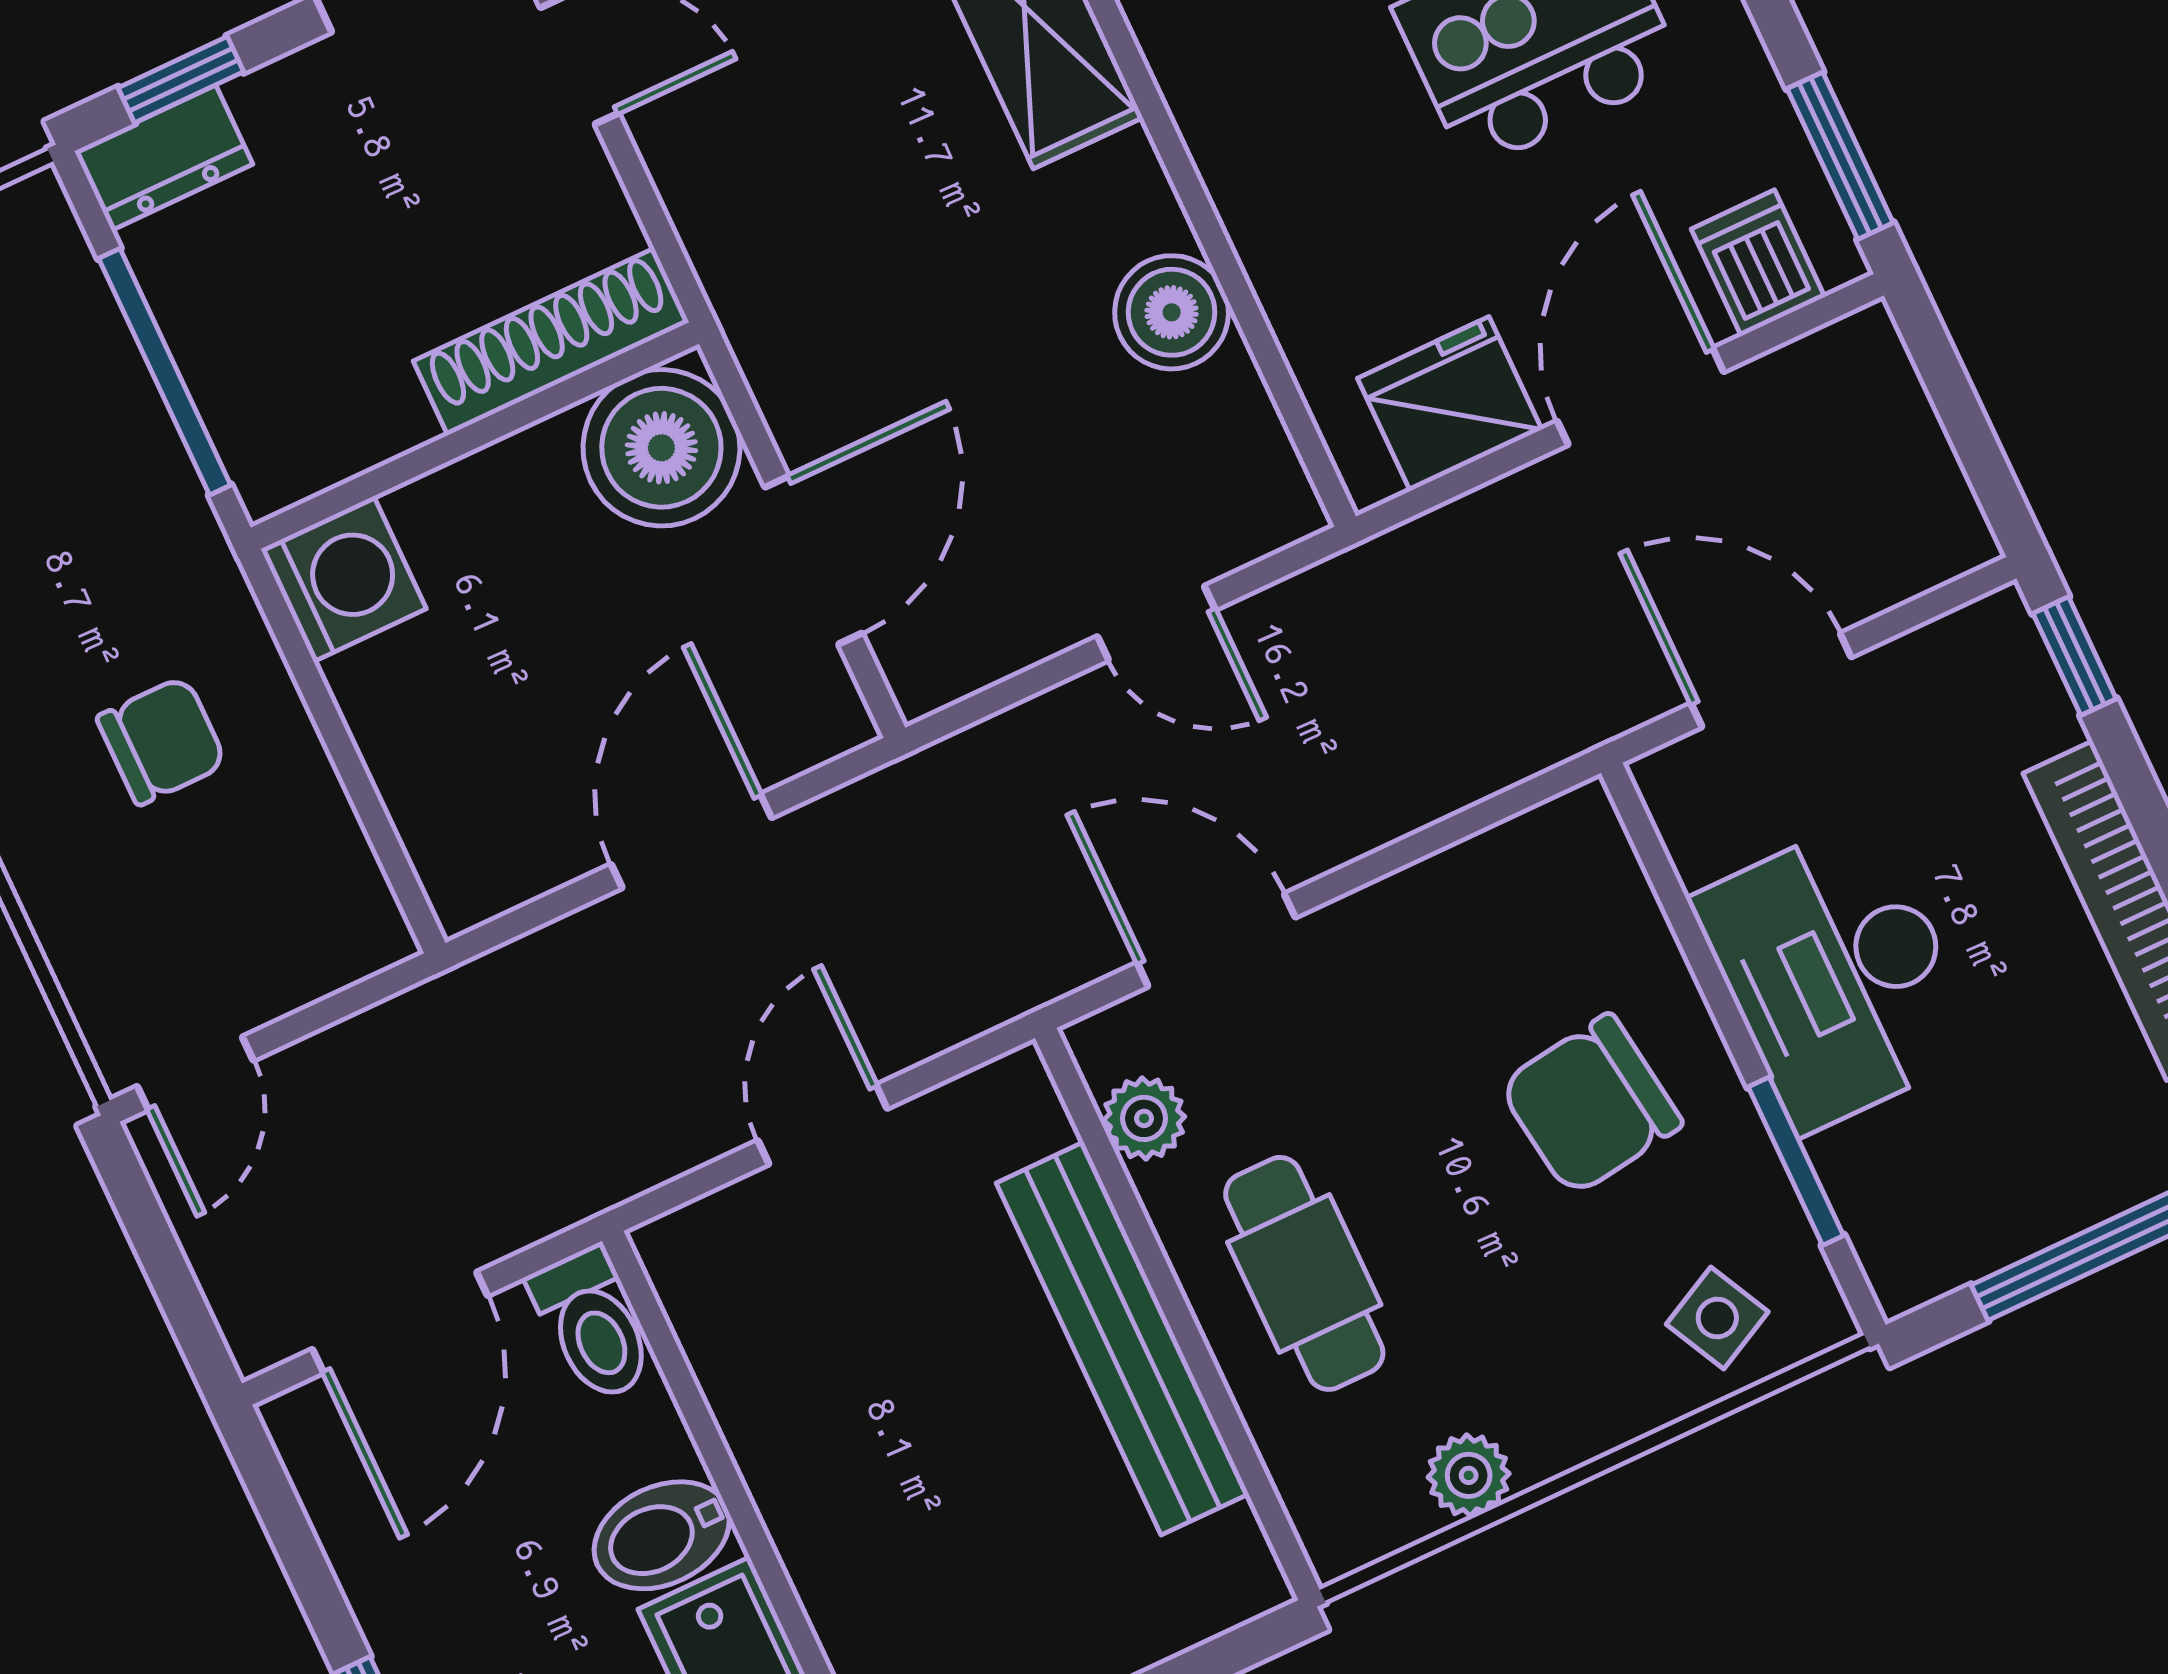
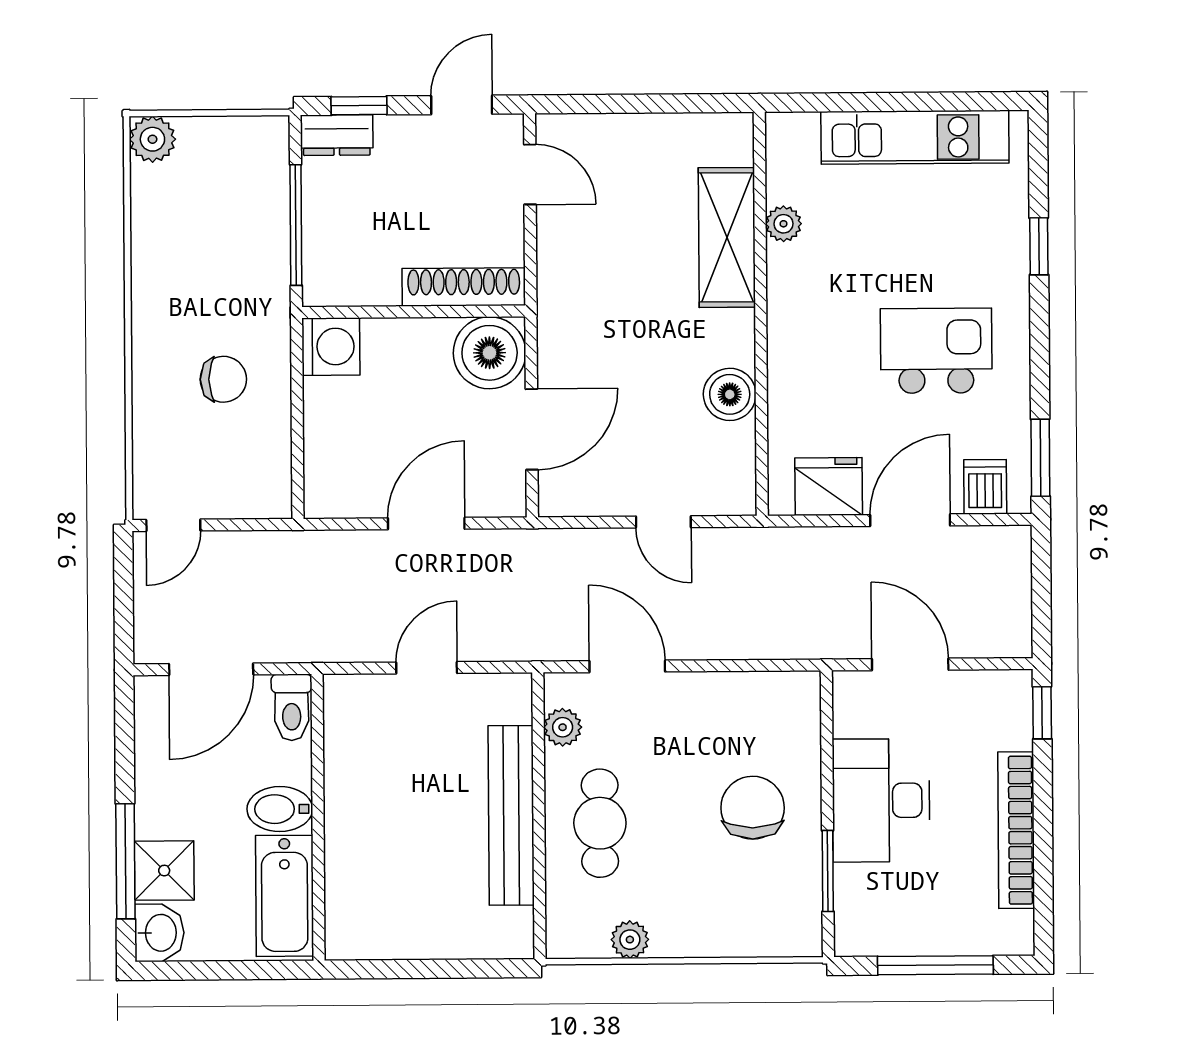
chair: (1591, 1105) -> (753, 808), turned 98
side table: (1717, 1318) -> (765, 922), removed

